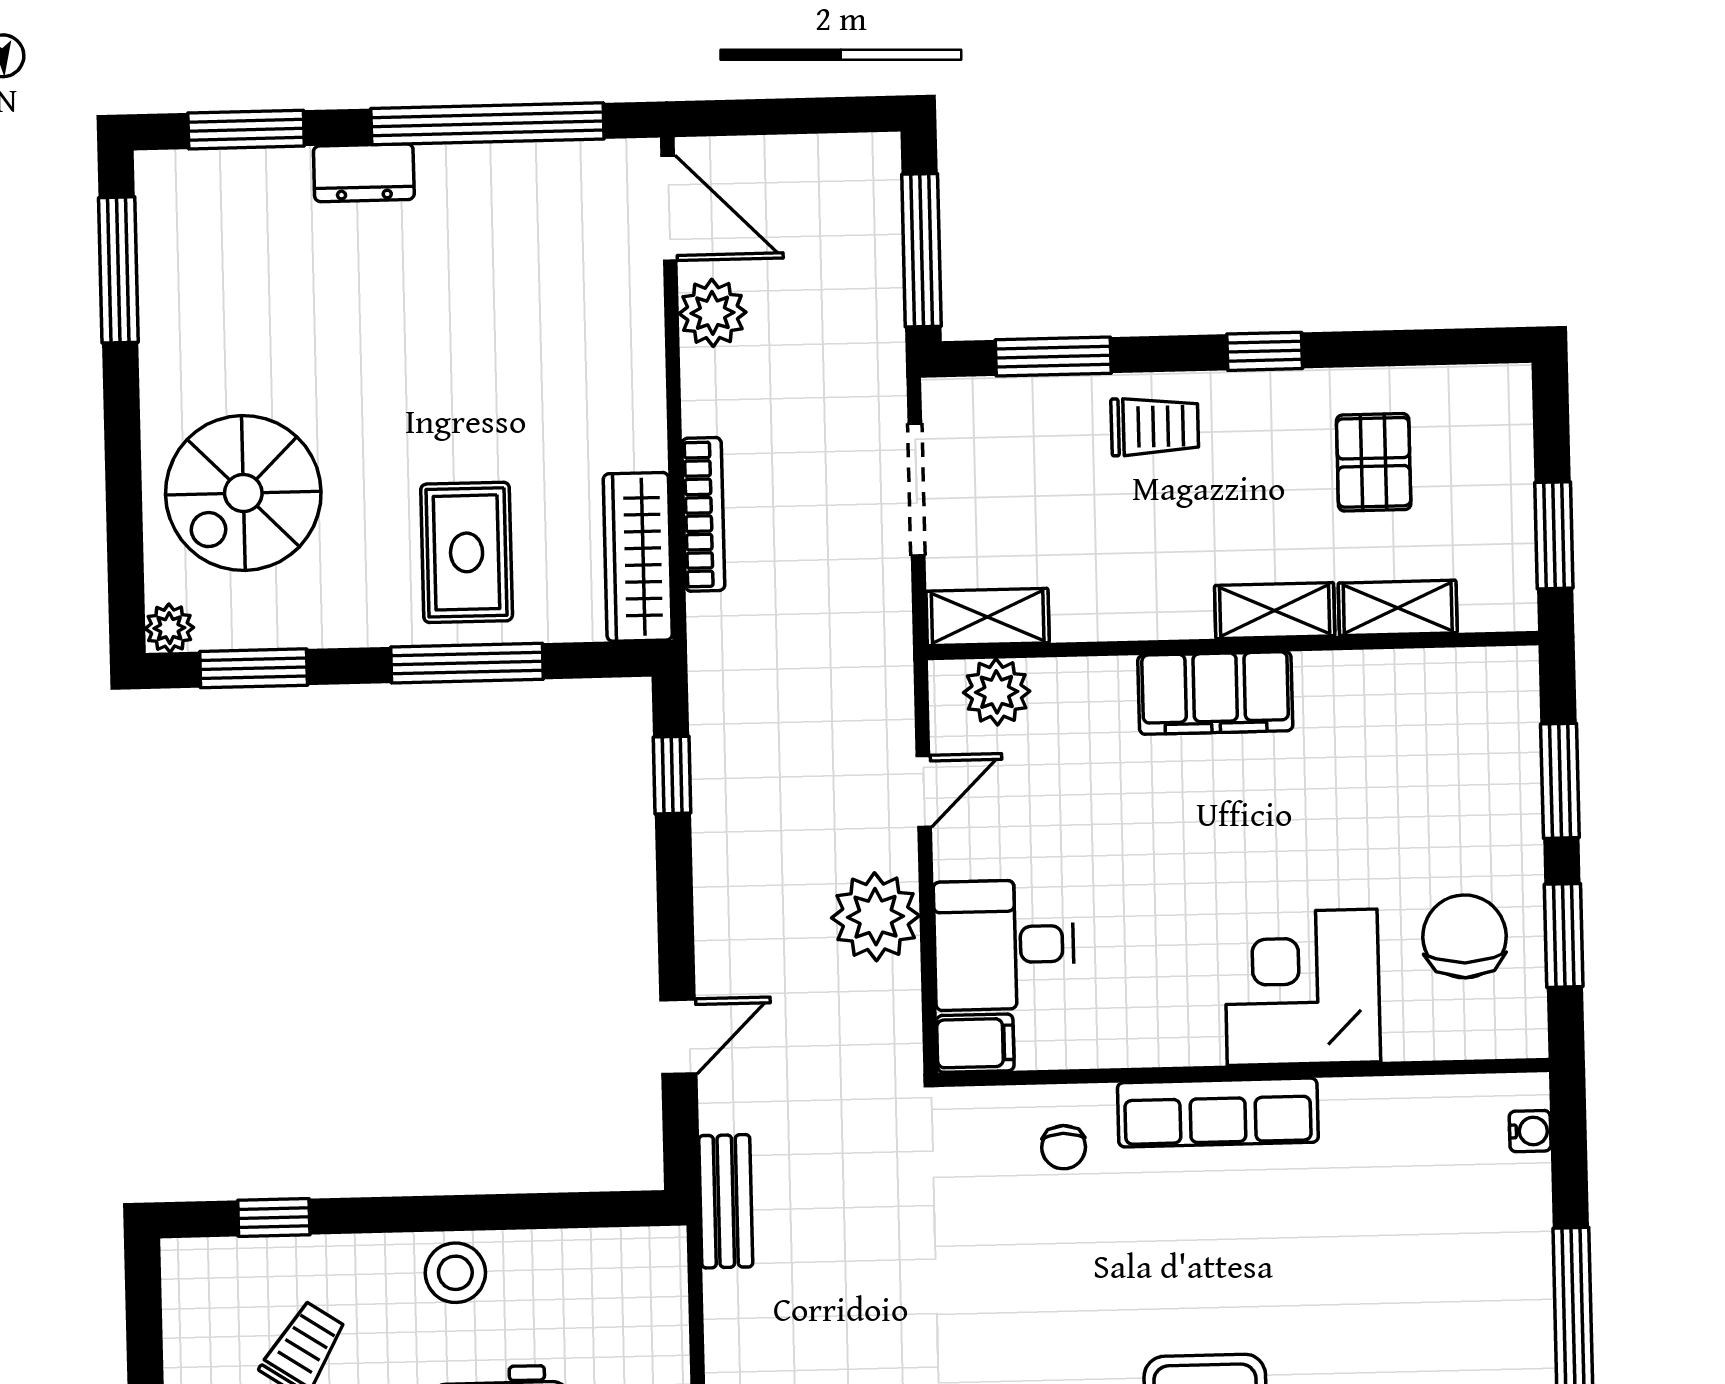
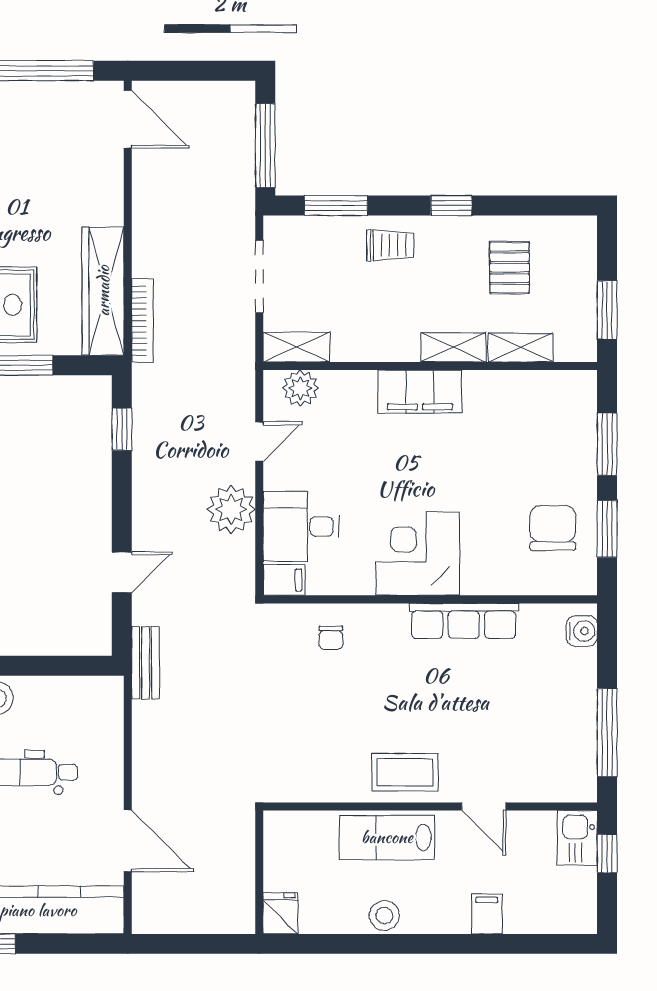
plant: (712, 313) -> (150, 177), removed
bookcase: (703, 514) -> (142, 321), moved
wardrobe: (638, 557) -> (103, 291), width x1.40, depth x1.17
corner desk: (1302, 987) -> (418, 554), moved
row of seats: (1218, 1112) -> (464, 621), moved
water cooler: (1530, 1131) -> (582, 631), width x1.38, depth x1.38

